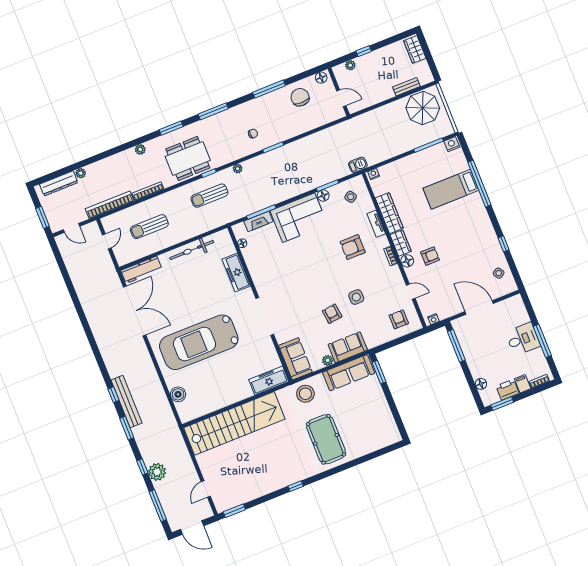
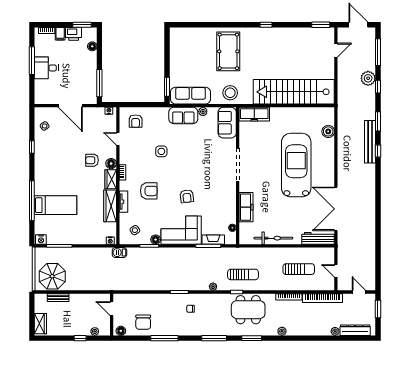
door: (107, 241) -> (336, 271), hinge flipped
armchair: (332, 314) -> (187, 196), moved
car: (199, 342) -> (296, 165), turned -90

